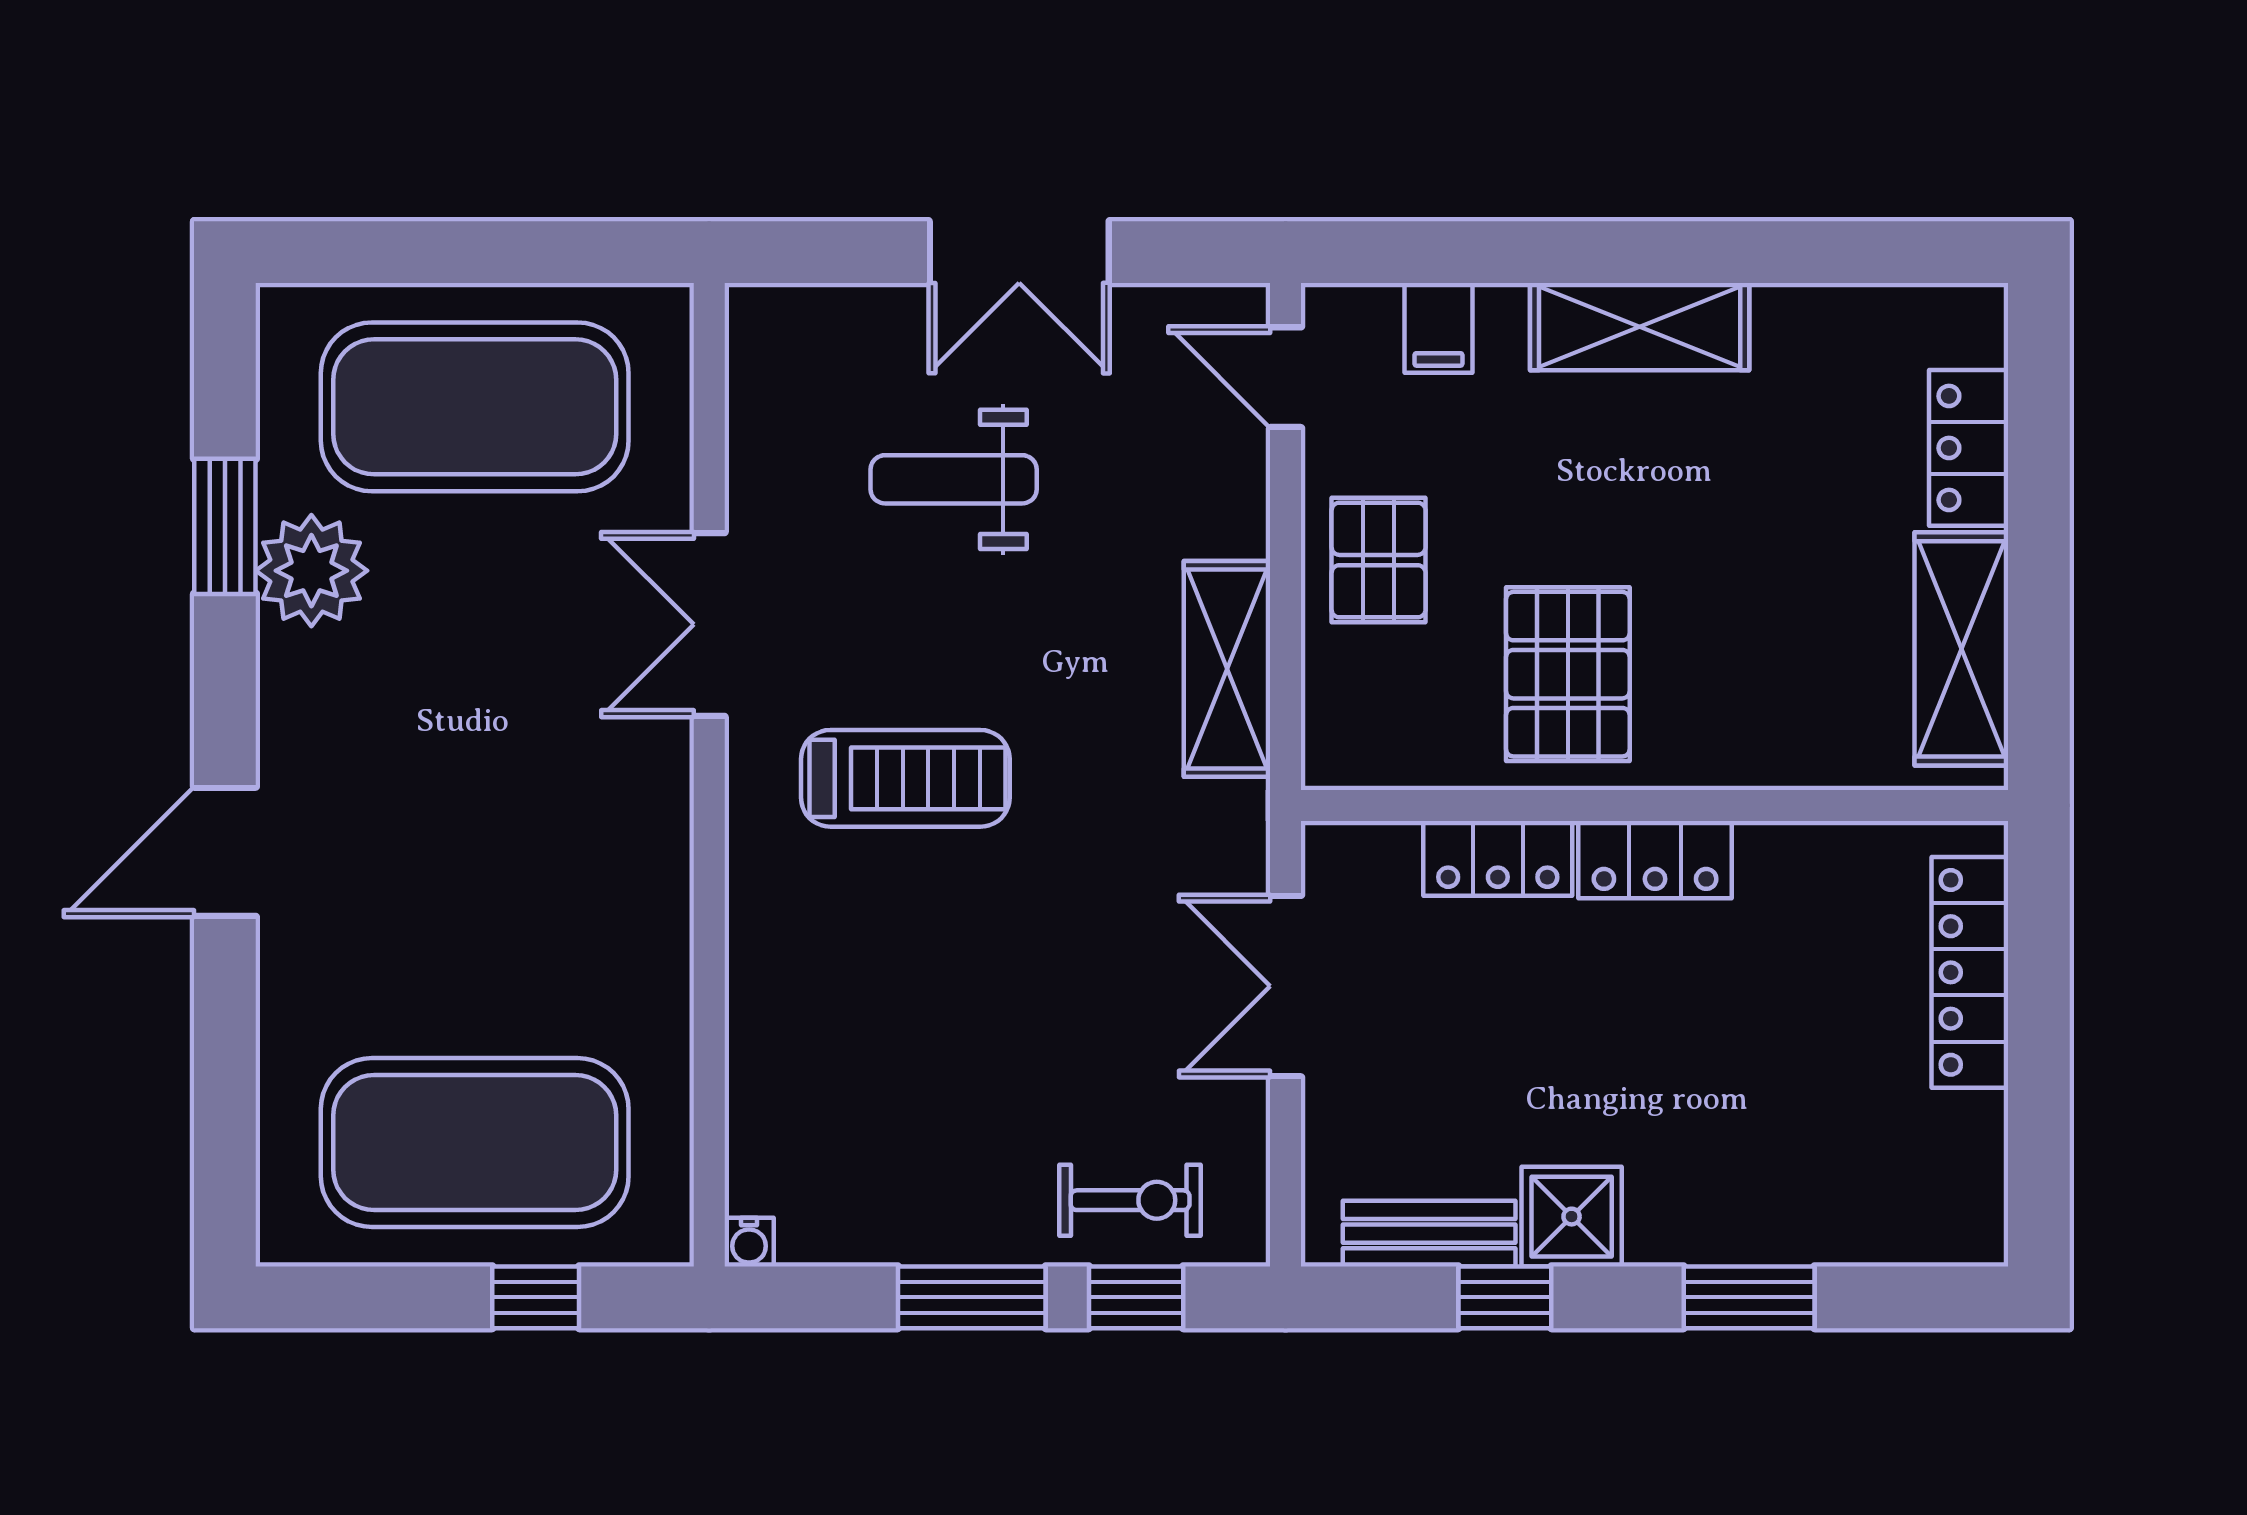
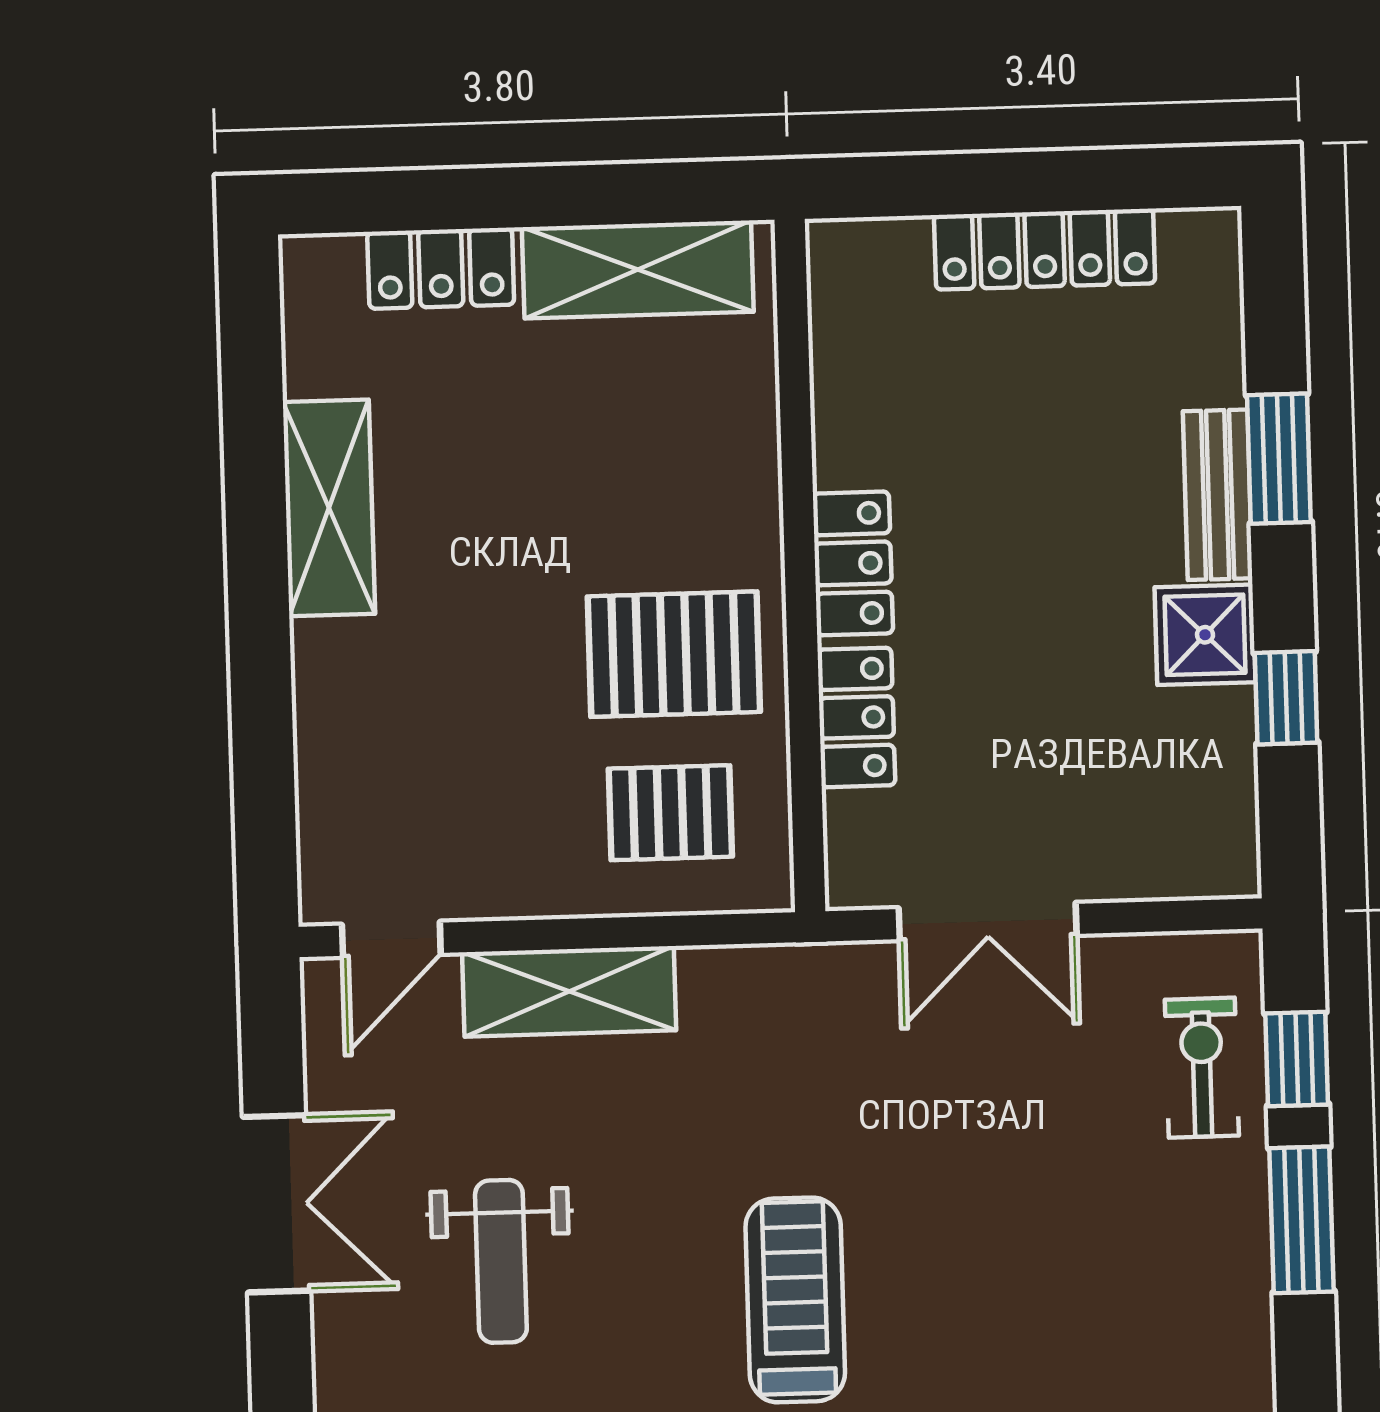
shelving: (1640, 327) -> (329, 508), moved
filing cabinet: (1438, 328) -> (339, 791), removed
pallet: (1379, 560) -> (670, 813), moved
shelving: (1227, 669) -> (569, 991), moved
locker: (1970, 972) -> (1045, 249), moved
bench: (1429, 1234) -> (1218, 495), moved

